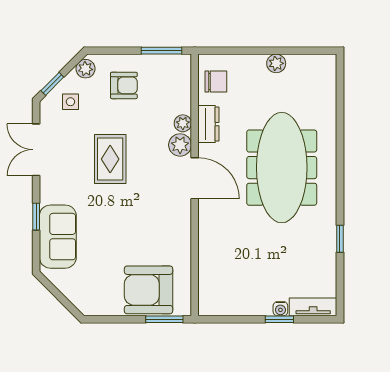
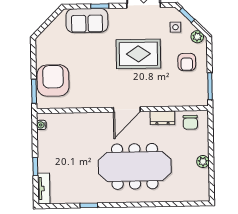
plant: (183, 123) -> (163, 101), removed
plant: (180, 145) -> (148, 100), removed
rug: (110, 159) -> (138, 54), width x1.36, depth x1.43
water cooler: (280, 309) -> (41, 125), moved

